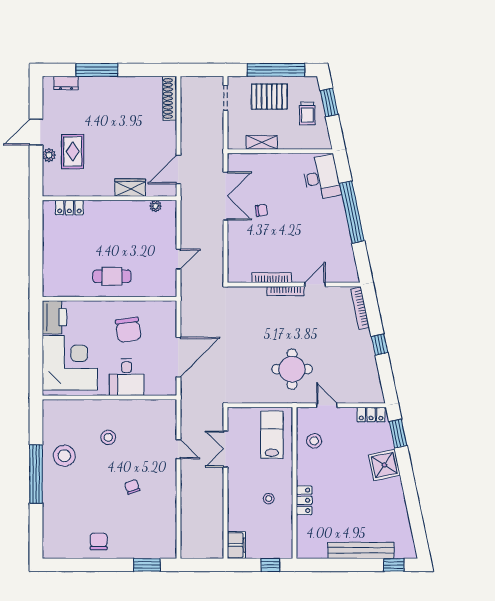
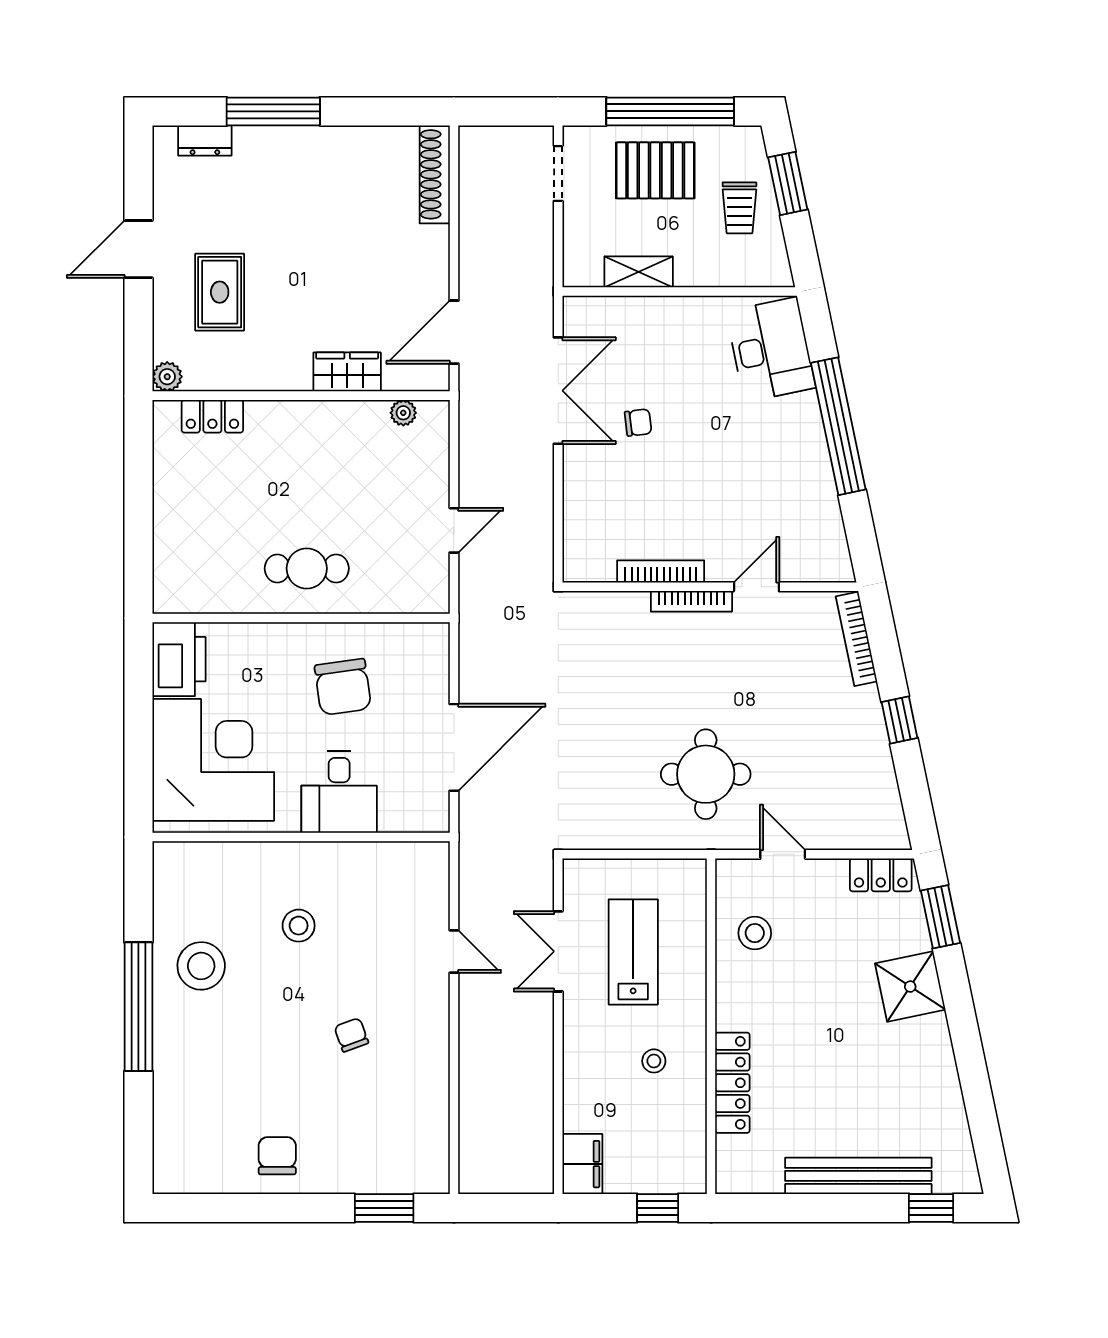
plant: (49, 155) -> (167, 377), moved
lab bench: (272, 435) -> (633, 952), moved
locker: (304, 500) -> (732, 1083), width x1.53

